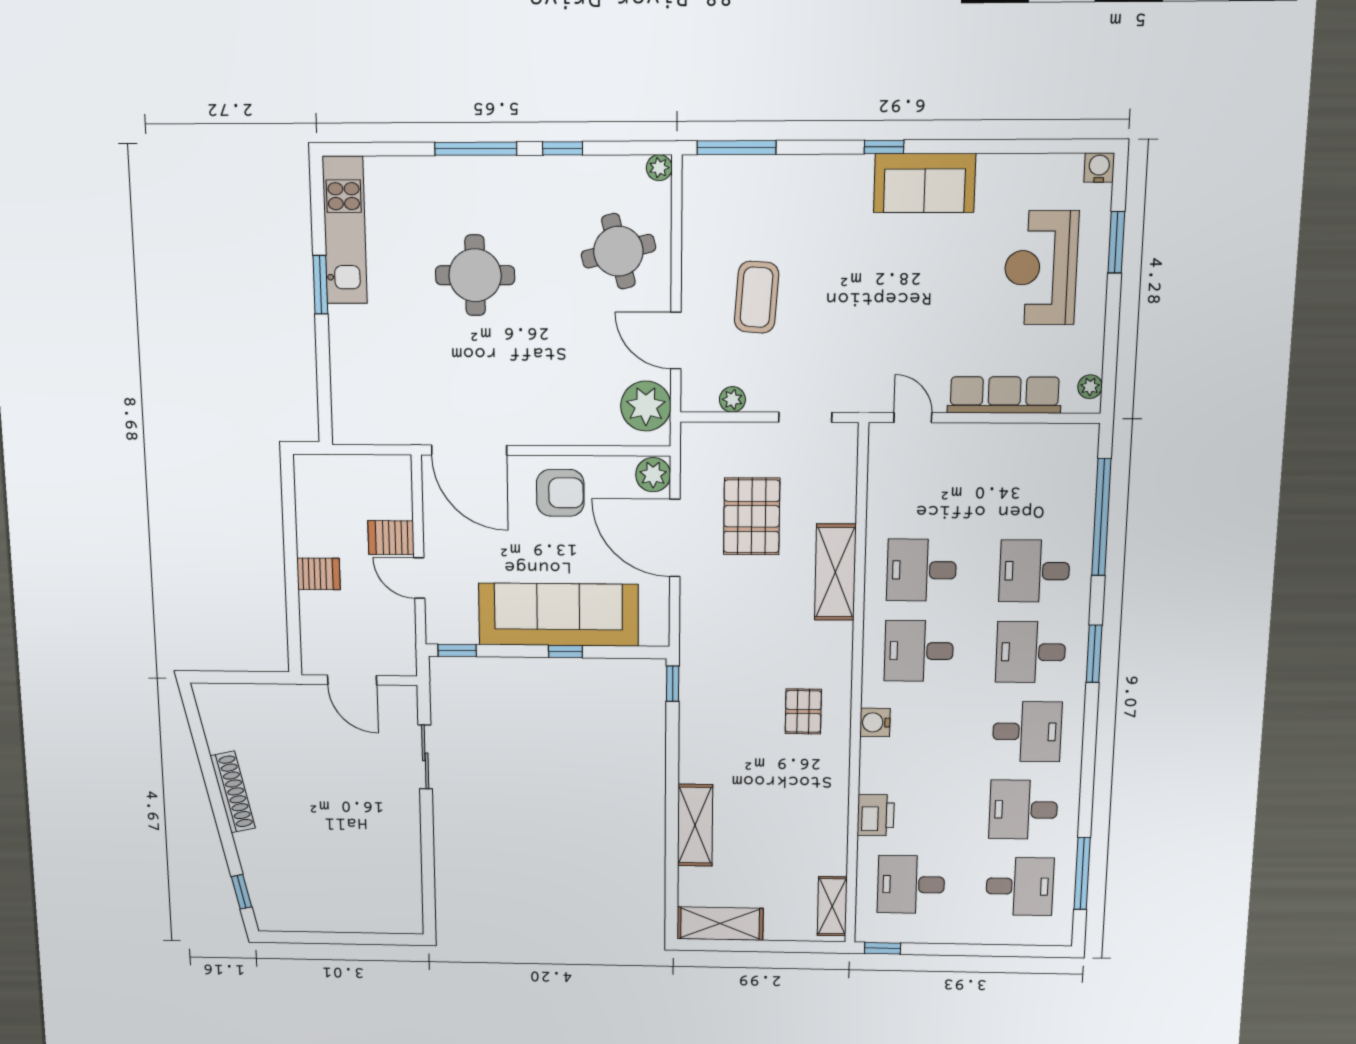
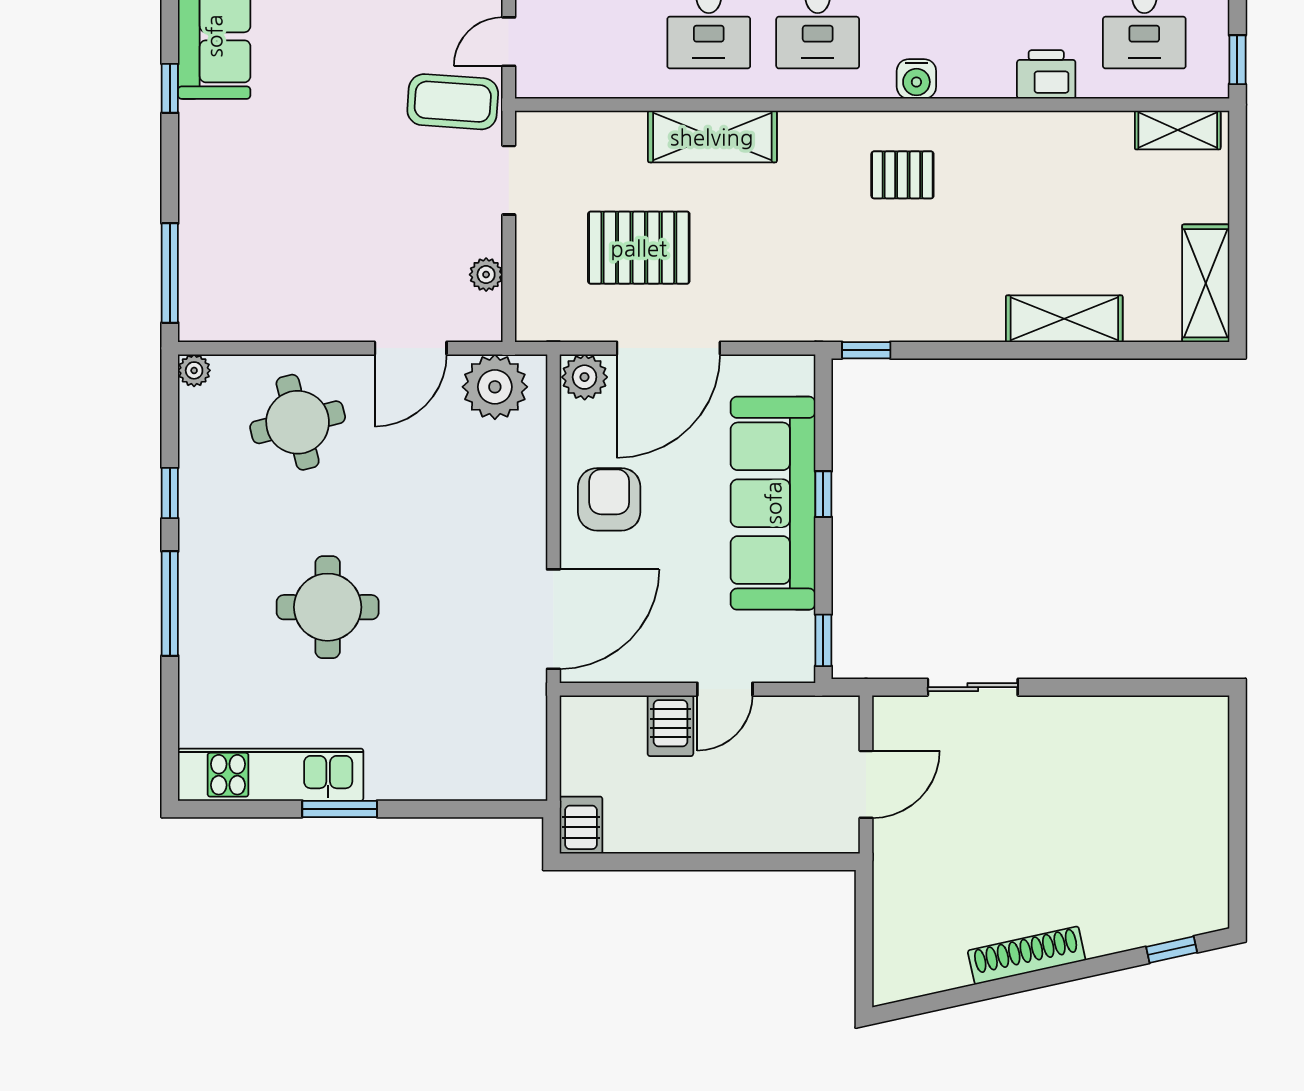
coffee table: (757, 297) -> (453, 102), moved
server rack: (318, 574) -> (581, 825), moved

